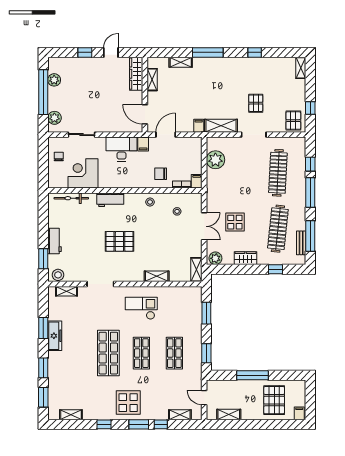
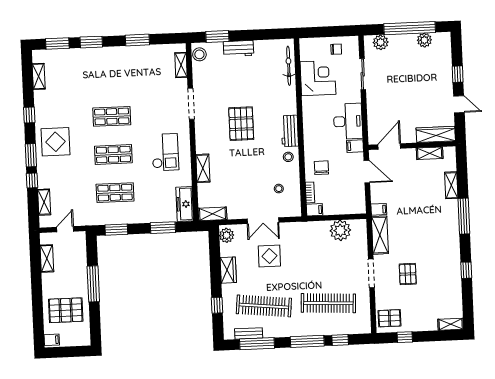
pallet: (256, 103) -> (408, 274), turned 90
workbench: (110, 200) -> (290, 131), moved
freezer: (55, 336) -> (185, 204), moved, turned 90
shop shelf: (108, 353) -> (112, 116), width x0.70, depth x0.74

